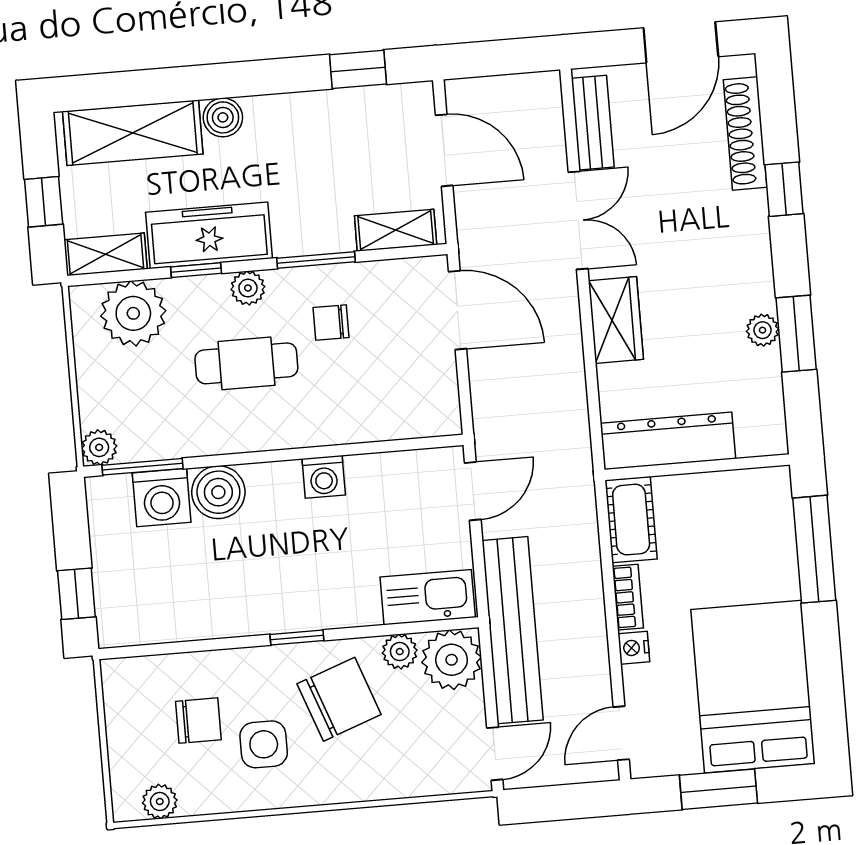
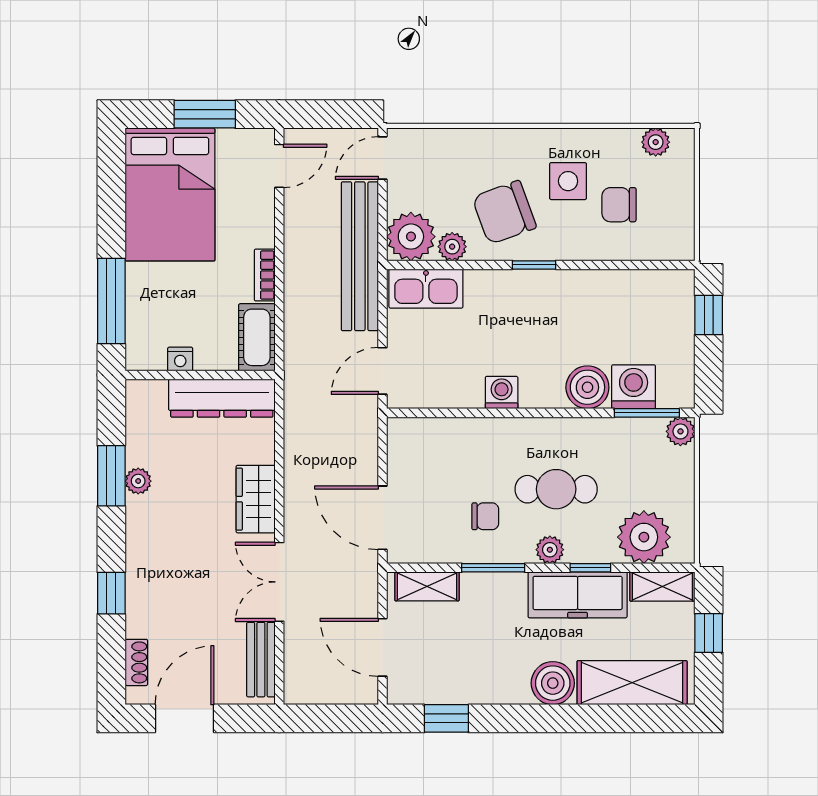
boiler: (223, 117) -> (553, 683), width x1.36, depth x1.36
shoe rack: (745, 133) -> (136, 662), width x0.51, depth x0.81
nightstand: (634, 648) -> (180, 359), moved, turned 90

